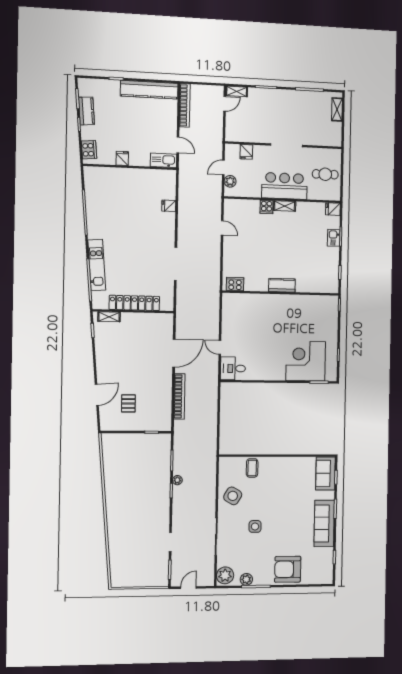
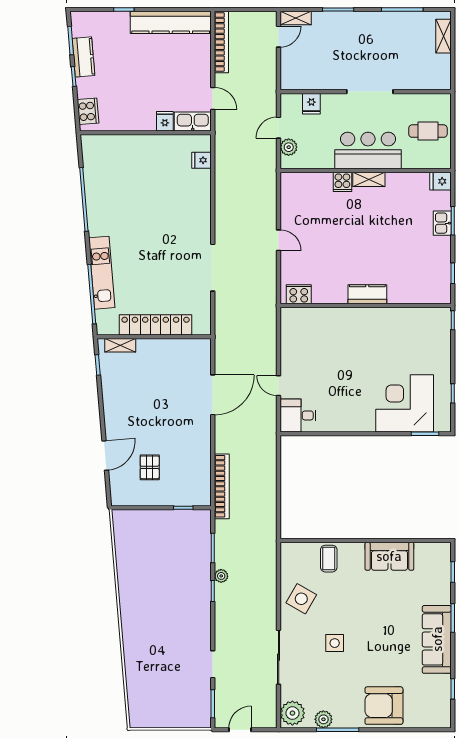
fridge: (122, 158) -> (165, 121), moved
fridge: (169, 206) -> (201, 160), moved
door: (222, 228) -> (279, 240), moved
bookcase: (179, 396) -> (222, 486), moved
sofa: (325, 473) -> (389, 556), moved, turned -90

